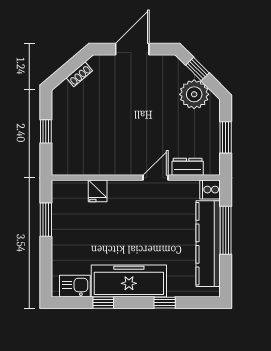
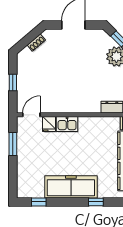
door: (156, 178) -> (31, 115), moved
kitchen sink: (75, 286) -> (67, 124), moved, turned 180
window: (103, 303) -> (39, 202), moved

